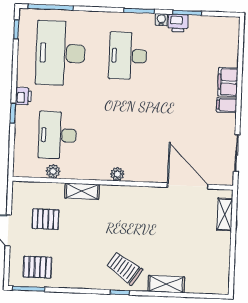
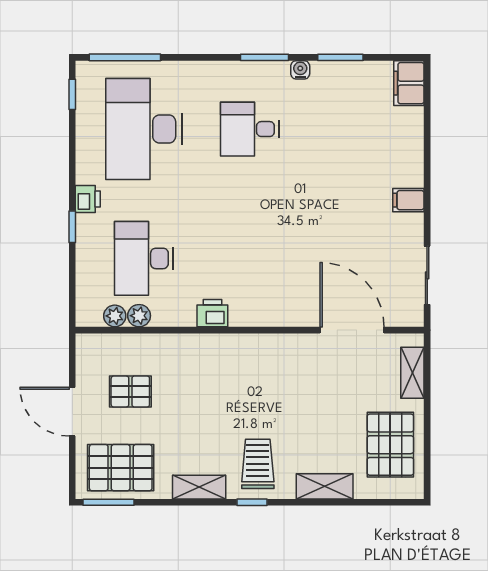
printer: (178, 23) -> (212, 313), moved, turned 180
desk: (128, 56) -> (250, 129), width x0.73
filing cabinet: (228, 82) -> (409, 83), moved
plant: (117, 174) -> (115, 316), moved
shelving: (82, 191) -> (199, 487), moved
pallet: (209, 259) -> (390, 445), added
pallet: (37, 267) -> (121, 468), width x1.50, depth x1.42
trolley: (124, 268) -> (258, 464), turned 56

